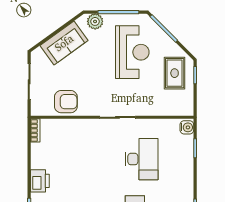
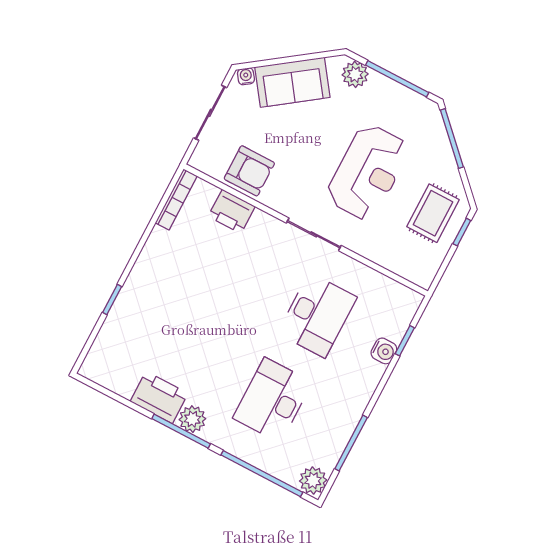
reception desk: (132, 52) -> (368, 172), moved
water cooler: (38, 53) -> (246, 76), added
water cooler: (187, 127) -> (384, 351), moved
bookcase: (35, 130) -> (176, 199), width x1.56
printer: (40, 181) -> (232, 211), moved, turned 90

